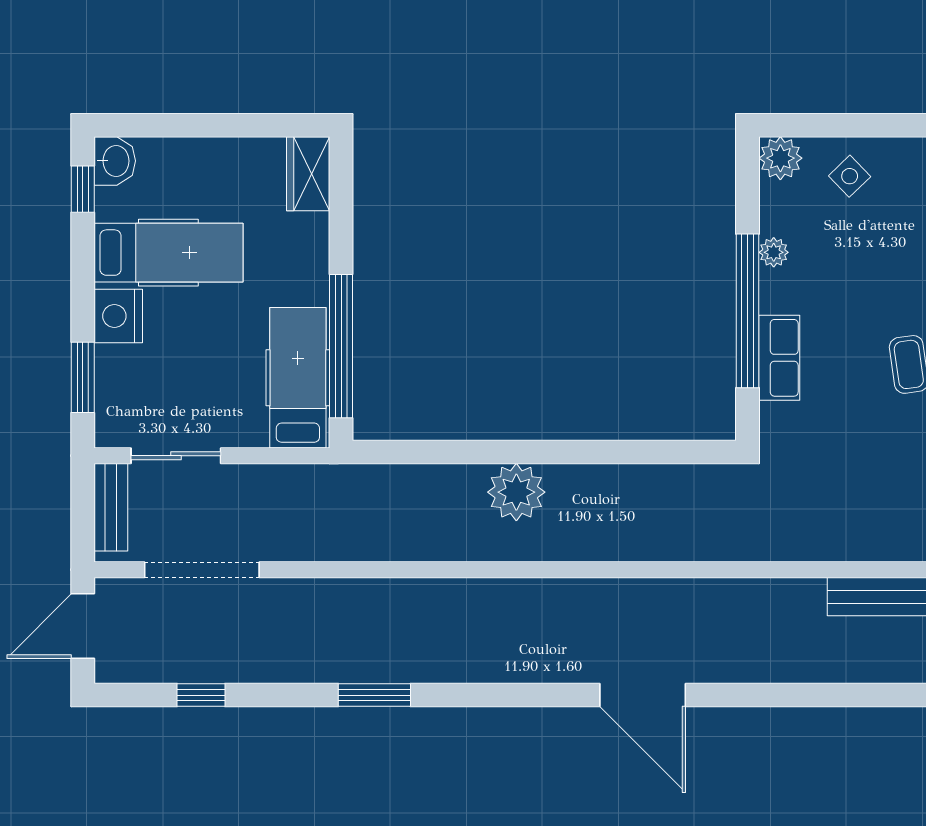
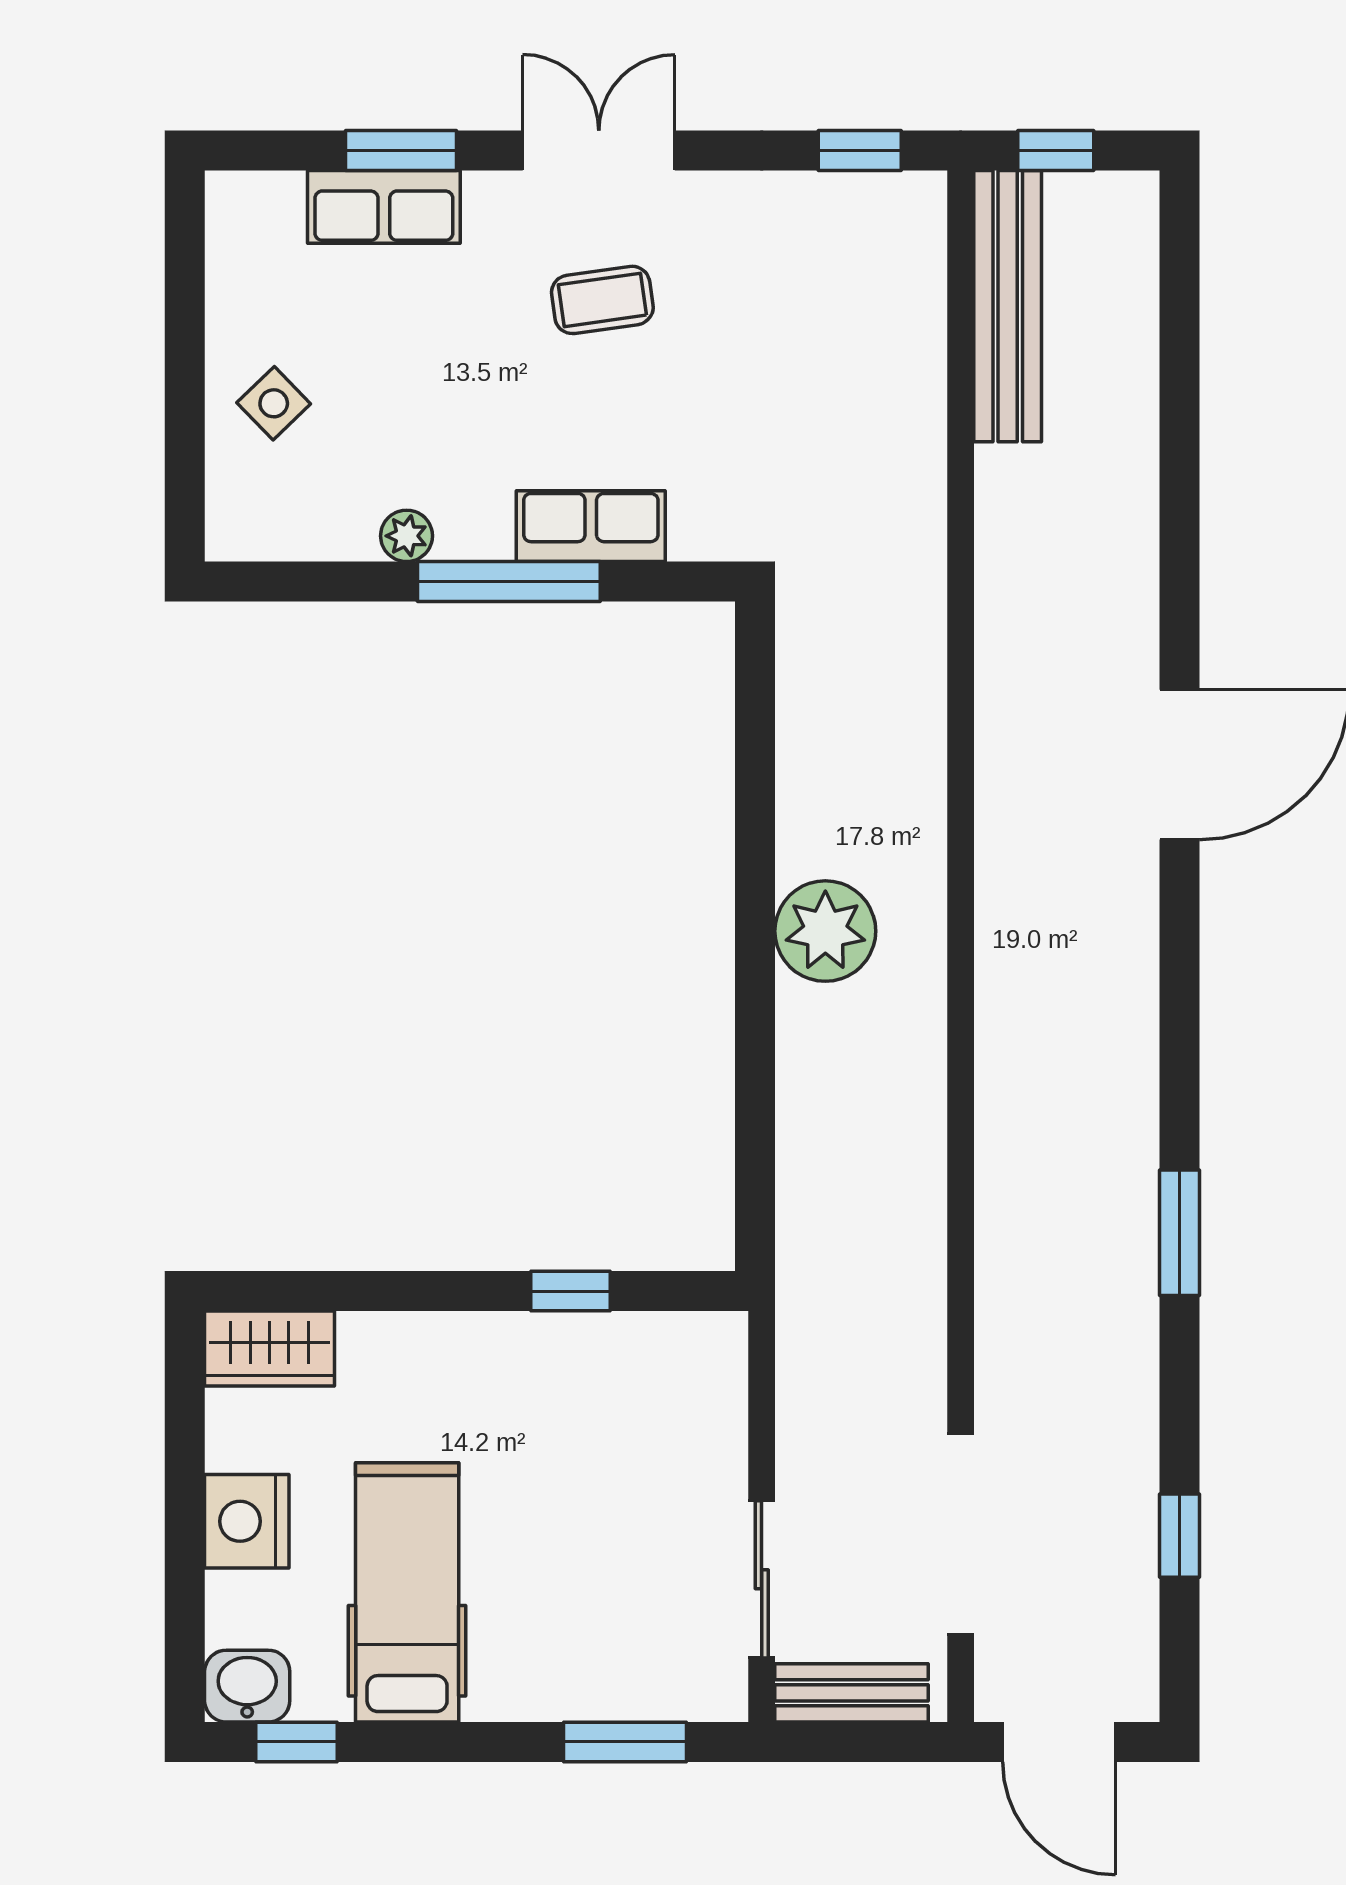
plant: (780, 158) -> (242, 524), removed
window: (747, 311) -> (509, 582), width x0.68
nightstand: (118, 316) -> (247, 1521), moved, turned 90
window: (341, 346) -> (570, 1291), width x0.32
hospital bed: (298, 378) -> (626, 1366), removed
plant: (516, 492) -> (825, 931), moved

